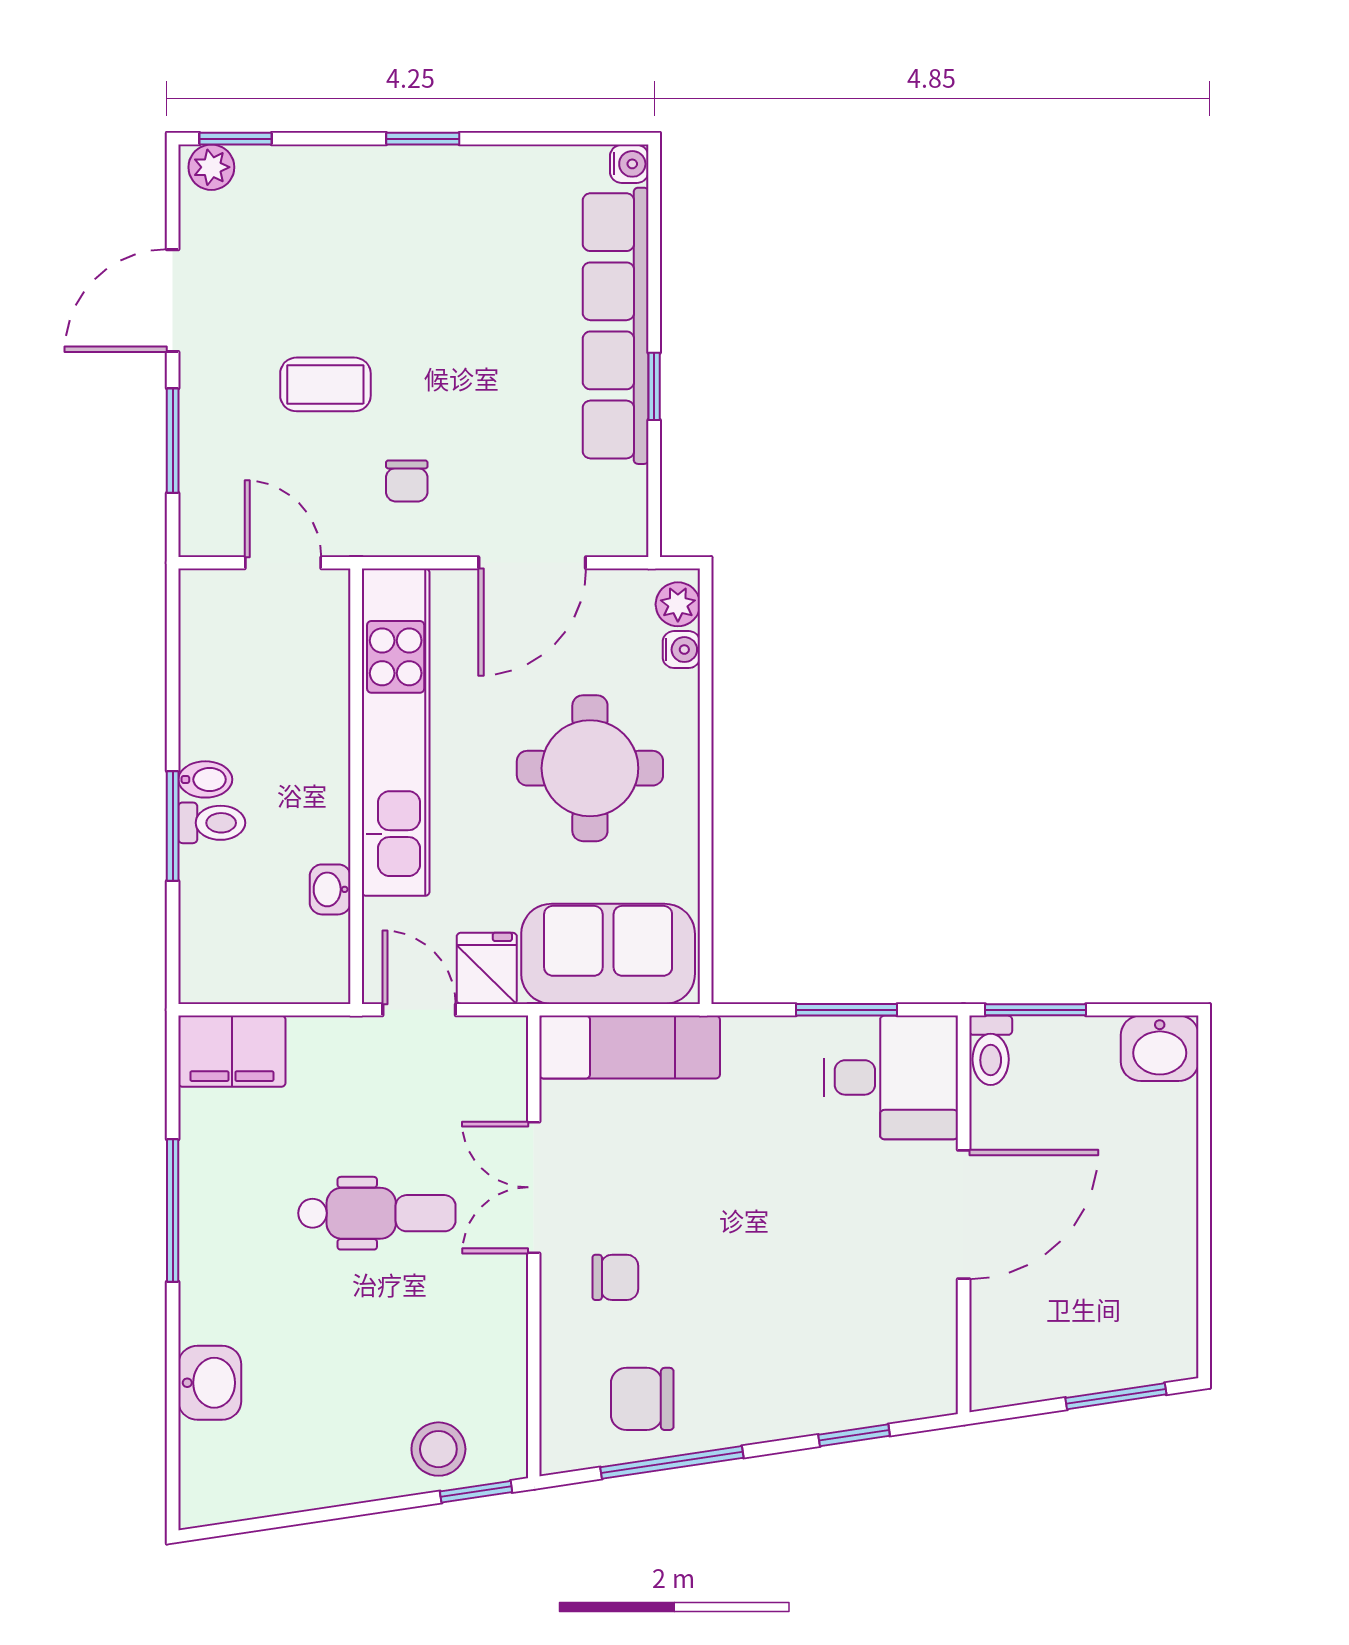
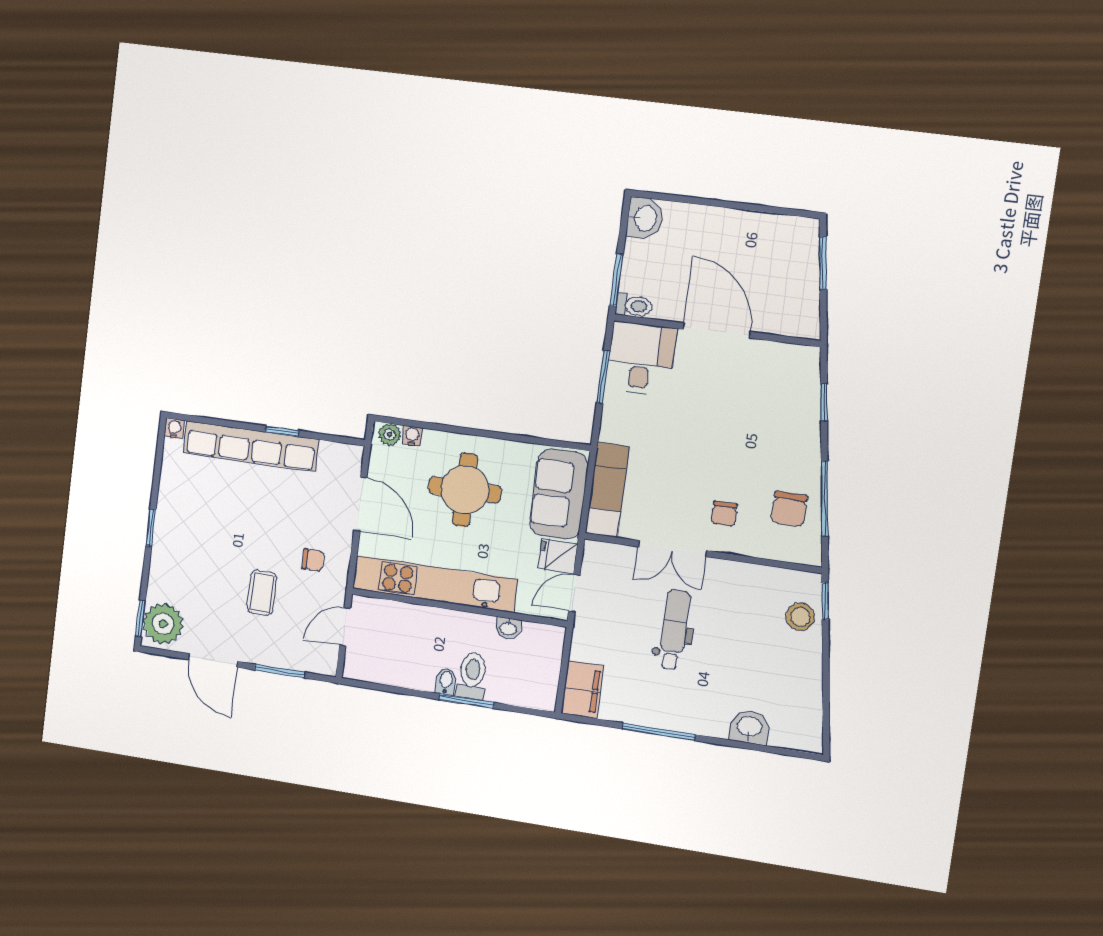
plant: (211, 167) -> (163, 624), width x1.88, depth x1.88
toilet: (212, 823) -> (472, 676), width x1.37, depth x1.39
chair: (615, 1277) -> (724, 514), turned 180

